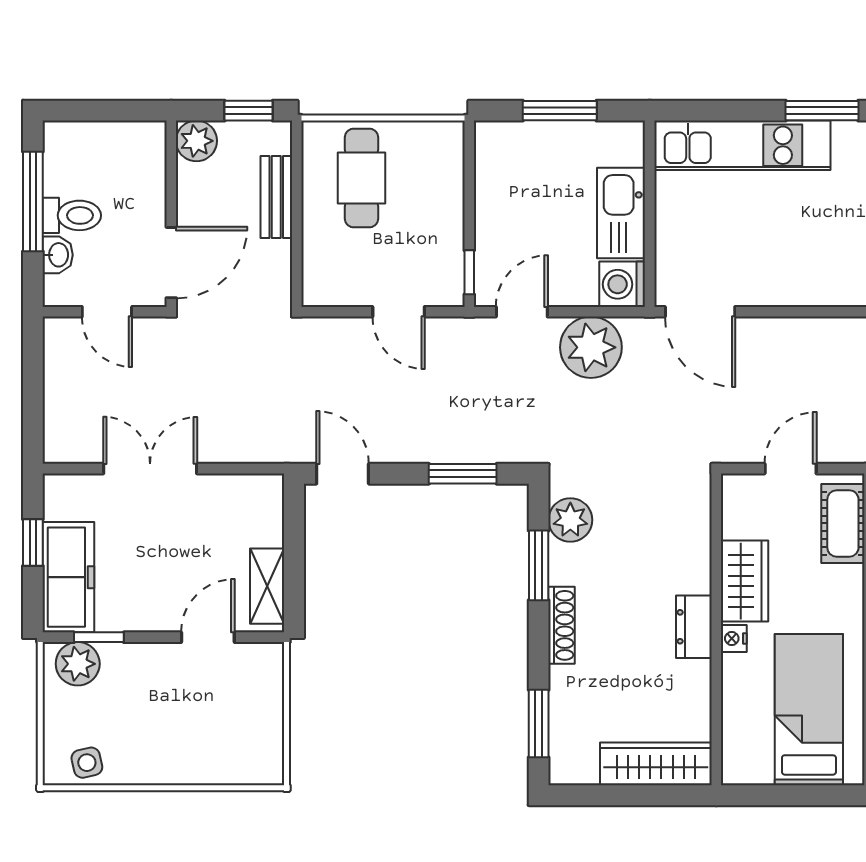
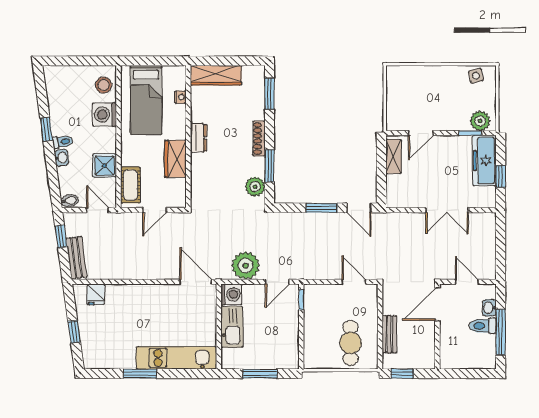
plant: (196, 141) -> (426, 360), removed
door: (399, 312) -> (354, 282), moved
window: (463, 474) -> (322, 208), moved
nightstand: (734, 638) -> (180, 97), moved

